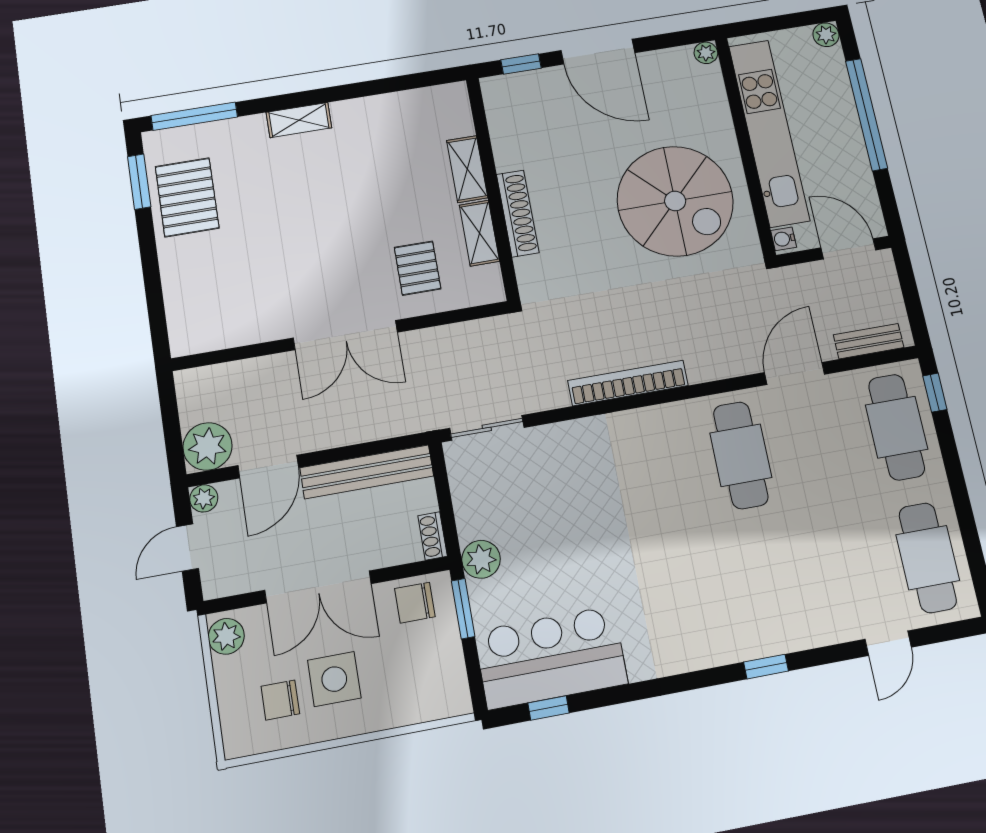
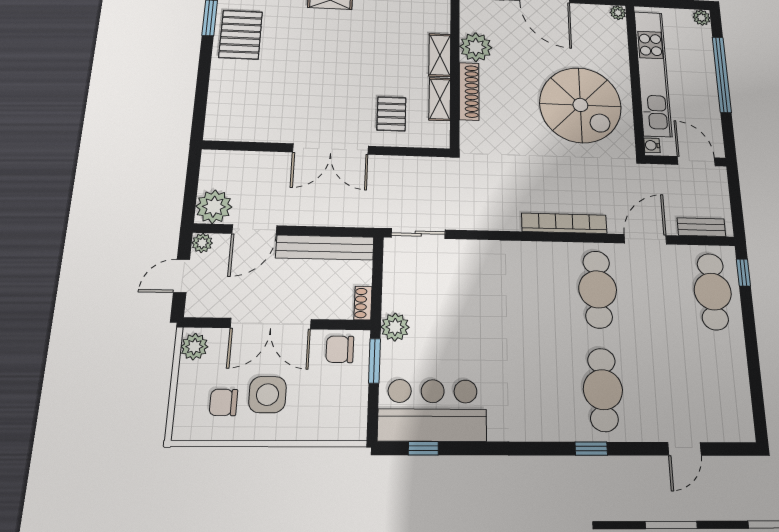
plant: (515, 147) -> (476, 47), added
bookcase: (628, 383) -> (564, 223), moved
cafe table: (928, 558) -> (603, 390), moved

